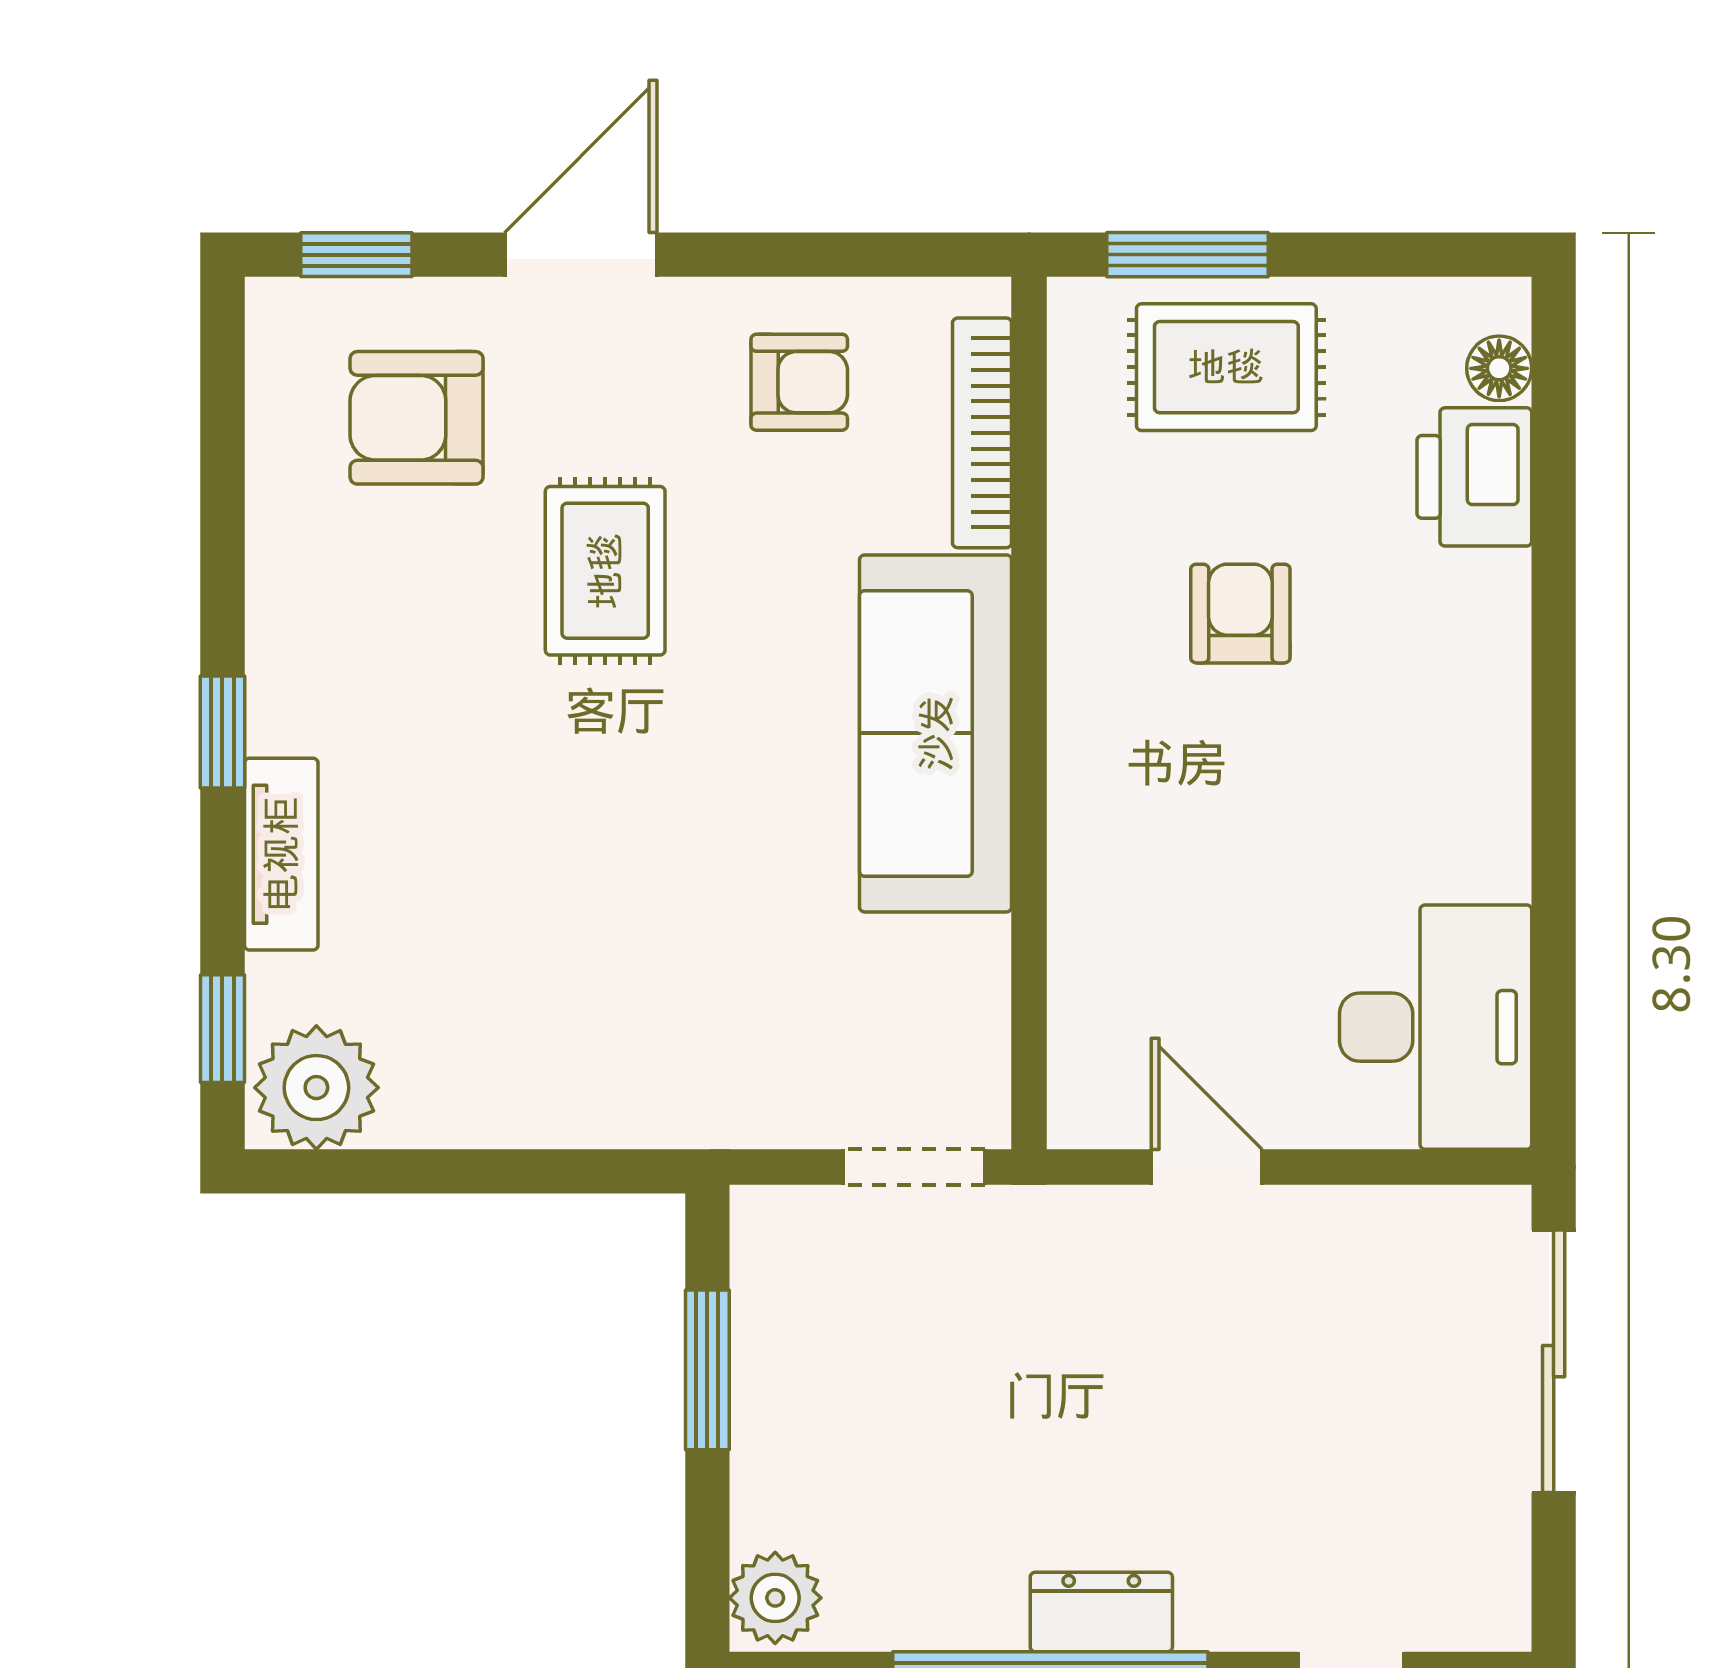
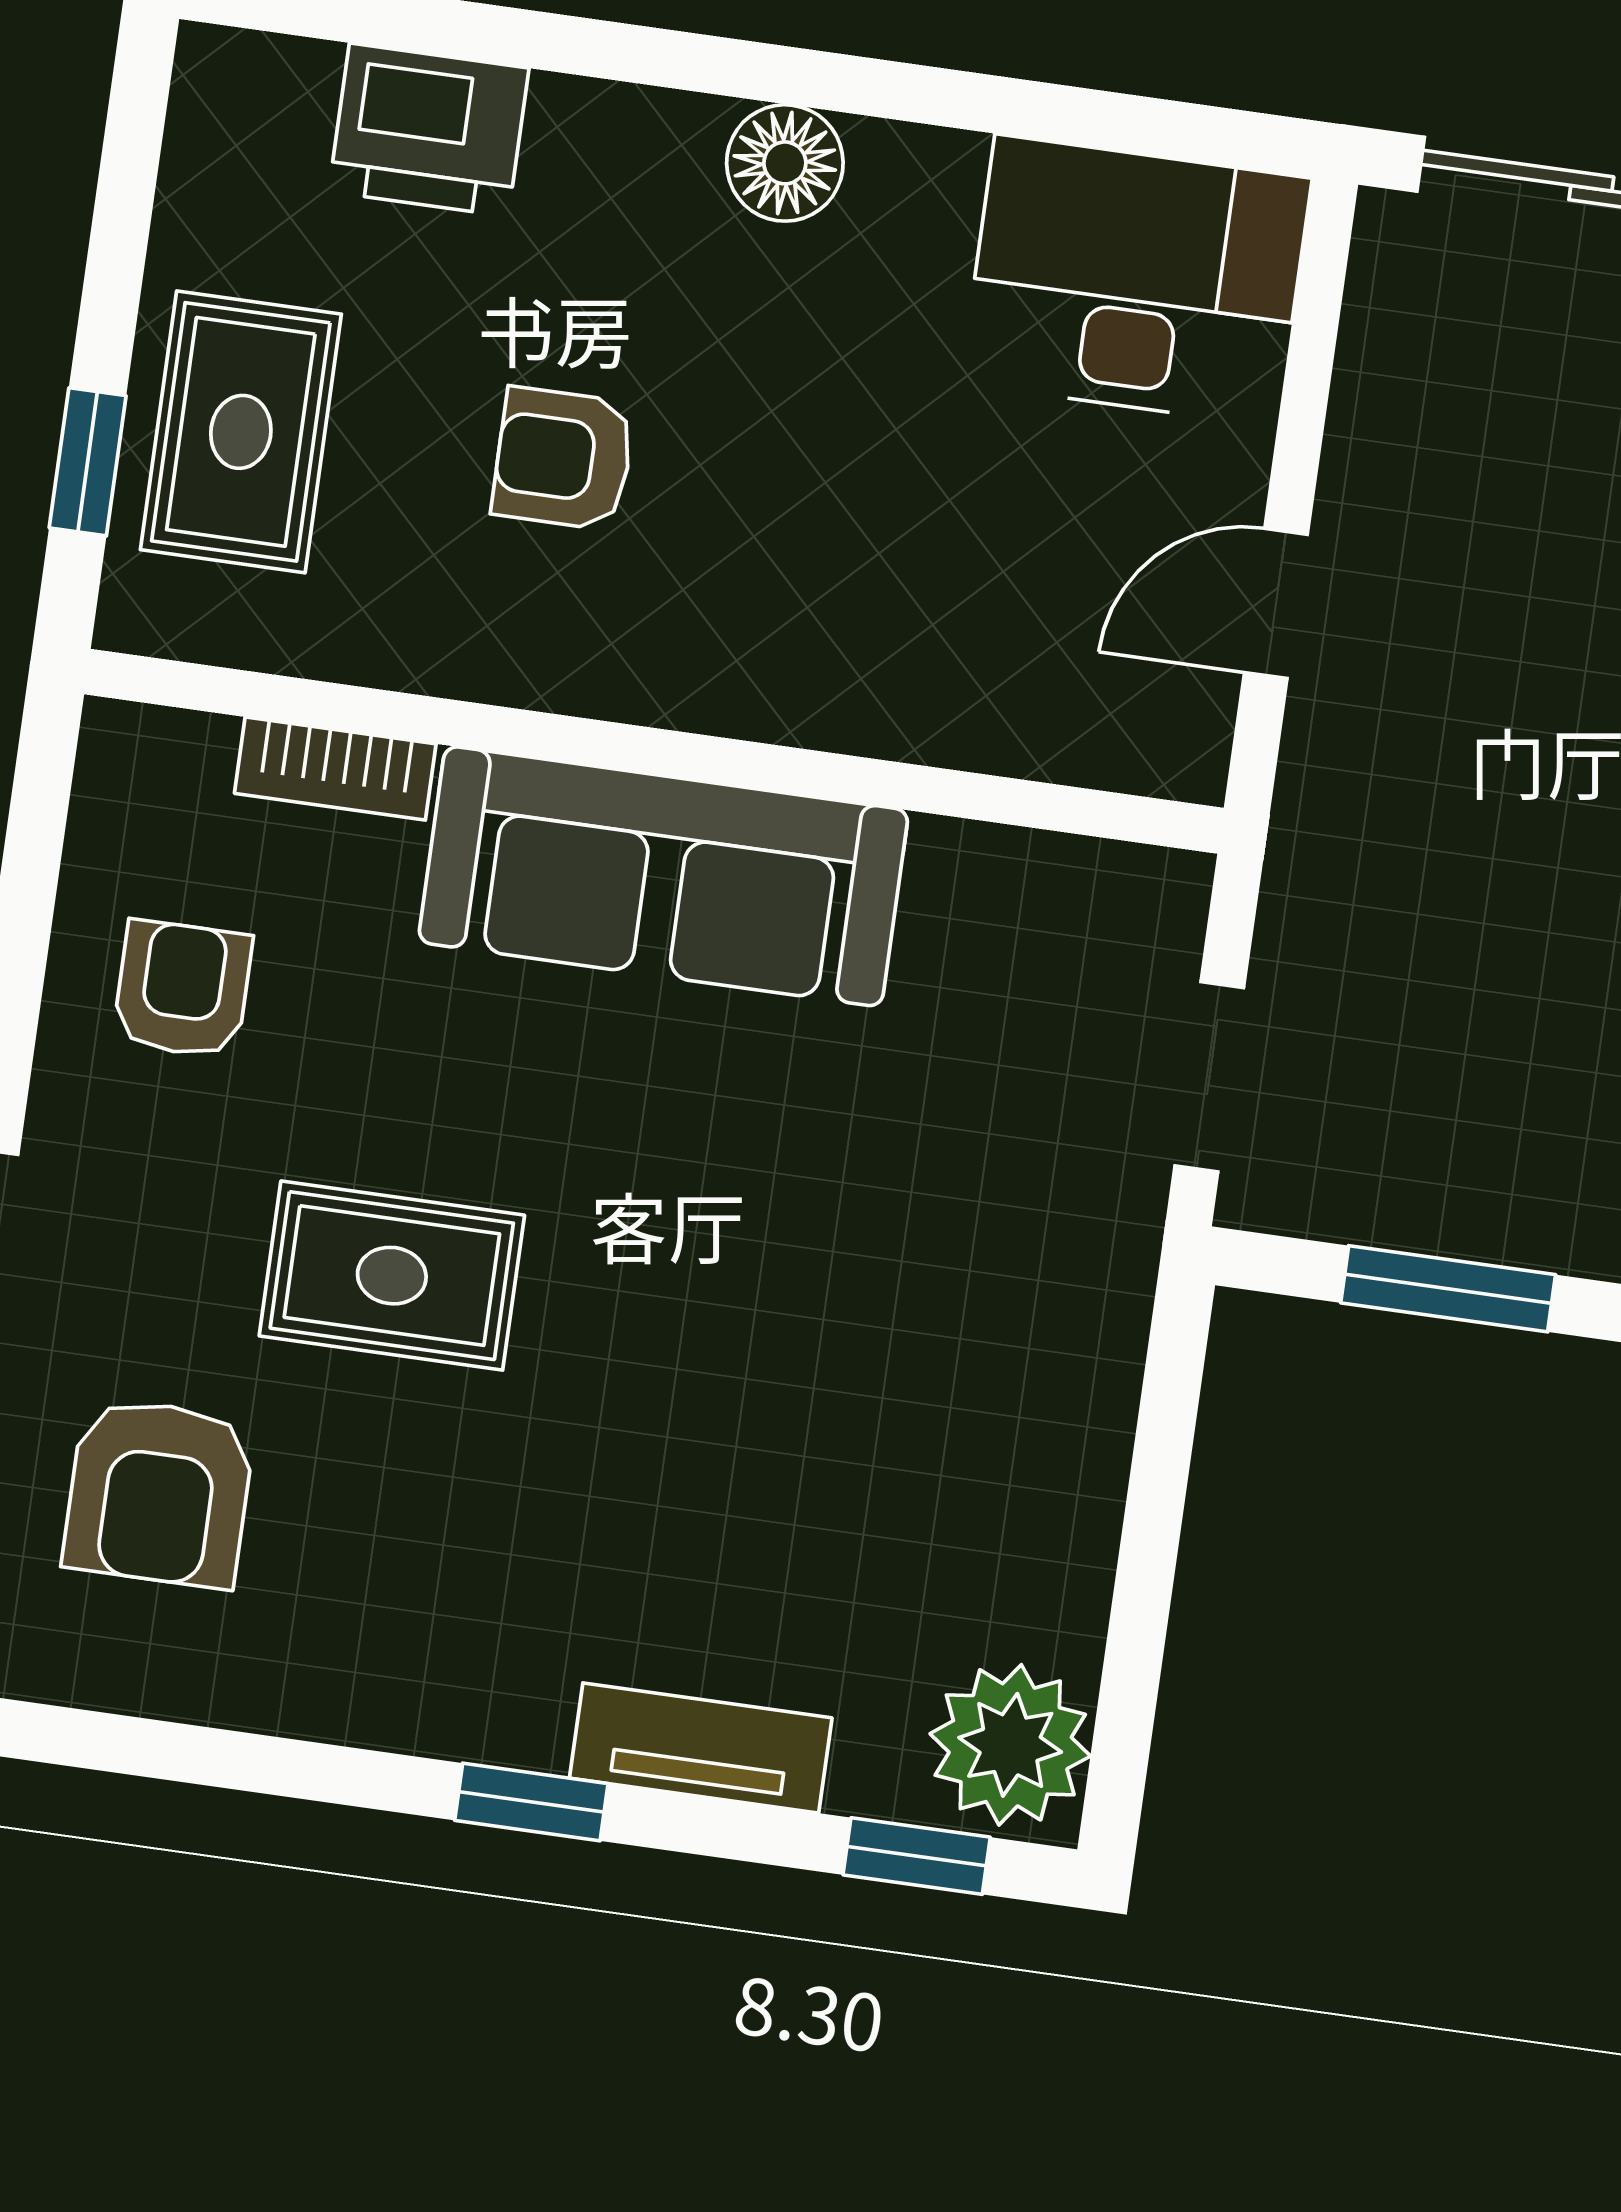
window: (1187, 255) -> (88, 462), width x0.67
floor lamp: (1499, 368) -> (785, 163), moved, width x1.37, depth x1.37
bookcase: (982, 433) -> (335, 769), width x0.64
doorway: (914, 1167) -> (1209, 1077), moved

